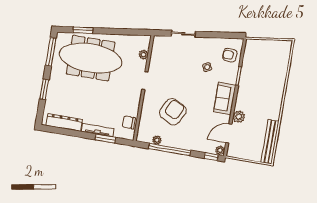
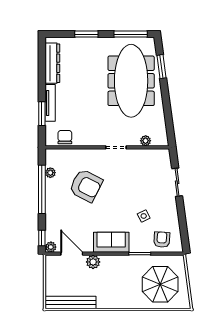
parasol: (267, 63) -> (160, 284), added

